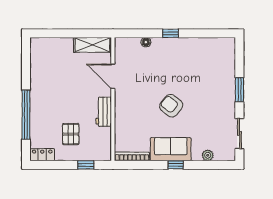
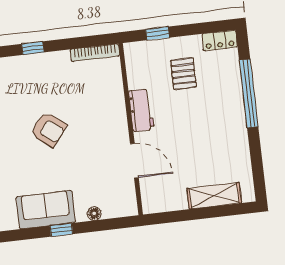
shelving: (92, 45) -> (214, 196), moved
sofa: (171, 149) -> (46, 210), moved, turned 180

